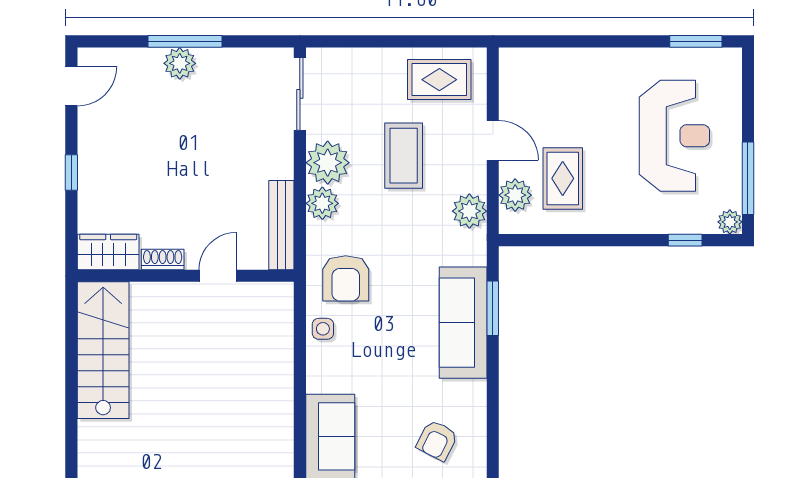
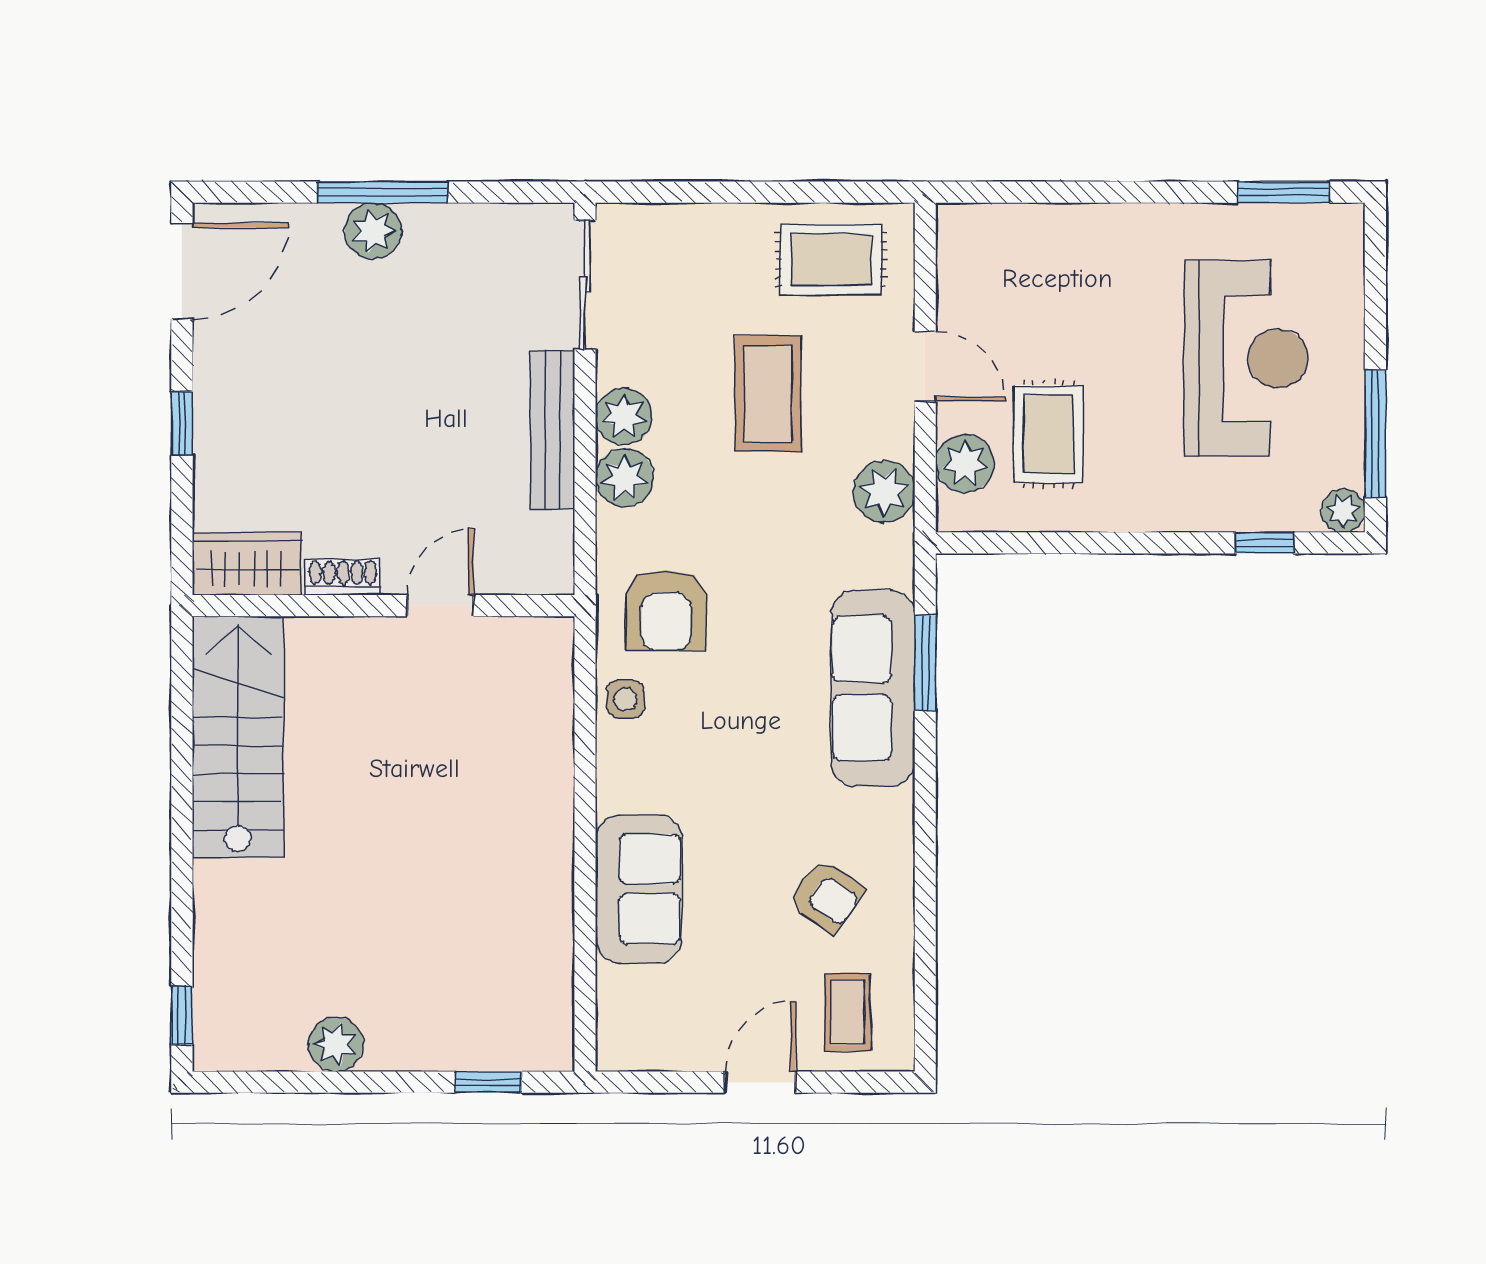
door: (71, 86) -> (182, 271), width x1.37
plant: (328, 163) -> (624, 416), width x0.73, depth x0.73
bench: (281, 225) -> (552, 430), moved
armchair: (437, 440) -> (827, 896), turned -82

